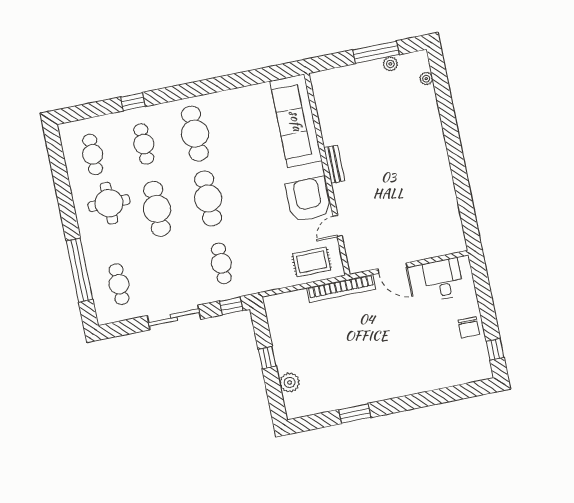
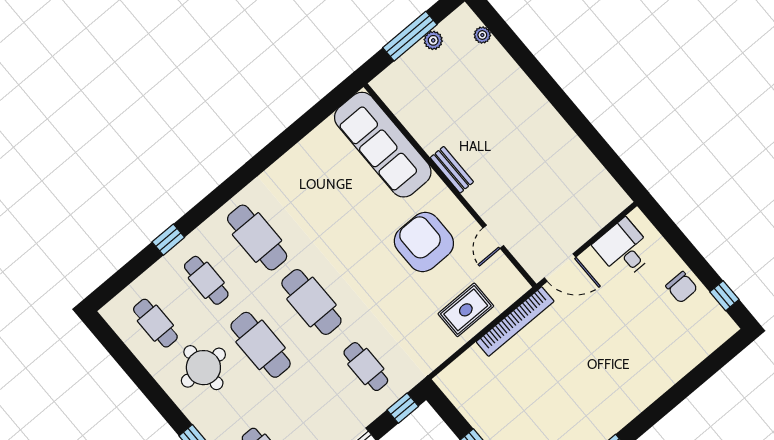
sofa: (296, 121) -> (383, 145), moved
bench: (334, 164) -> (452, 170), moved
wall: (327, 174) -> (450, 185), moved
door: (337, 226) -> (493, 237), moved

